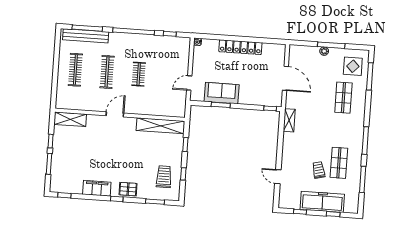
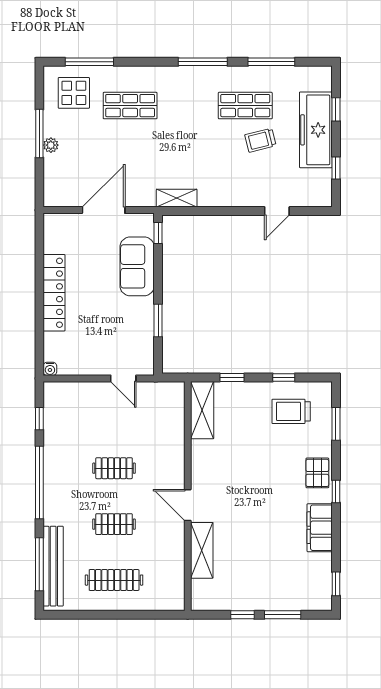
clothes rail: (107, 72) -> (114, 524), width x0.73
sofa: (222, 93) -> (137, 266), moved
shelving: (70, 119) -> (202, 550), moved
shelving: (160, 126) -> (202, 410), width x0.68

